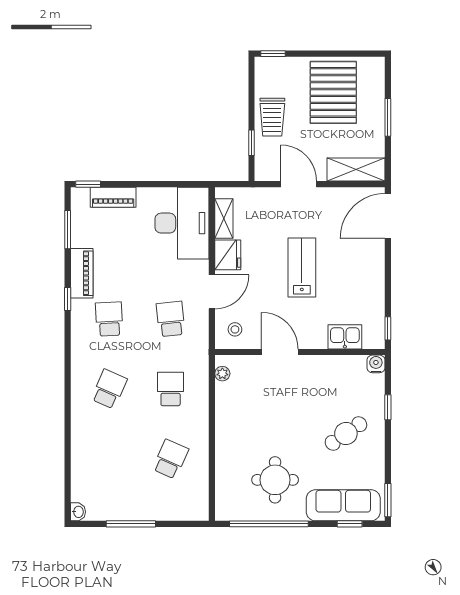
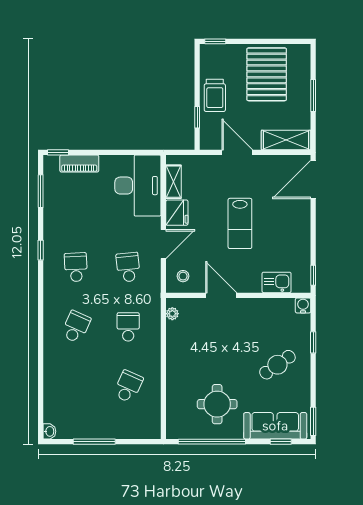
lab bench: (302, 268) -> (240, 223), turned 180
piano: (82, 273) -> (53, 228), removed

